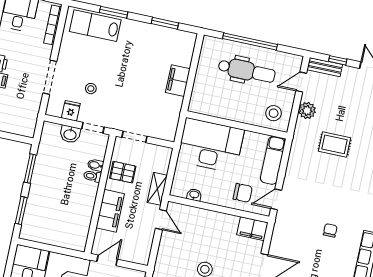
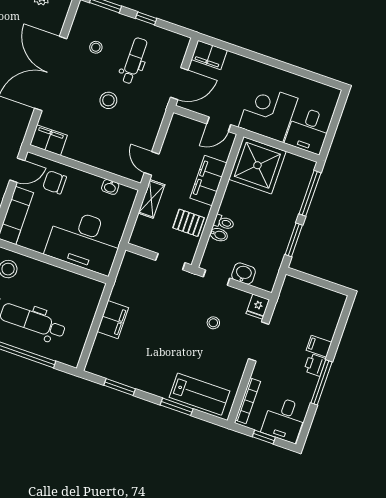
fridge: (71, 111) -> (258, 307), moved
window: (21, 210) -> (310, 193), width x1.44
shower: (69, 229) -> (257, 165), added

